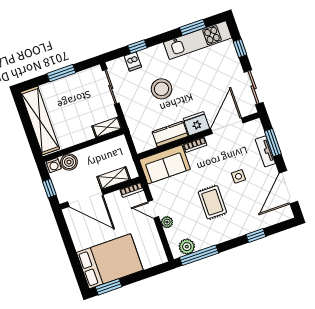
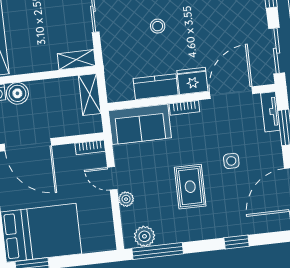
stool: (161, 89) -> (158, 26), width x0.53, depth x0.53
tv unit: (265, 151) -> (270, 112), moved
shelving: (114, 178) -> (90, 95), moved, turned 90

